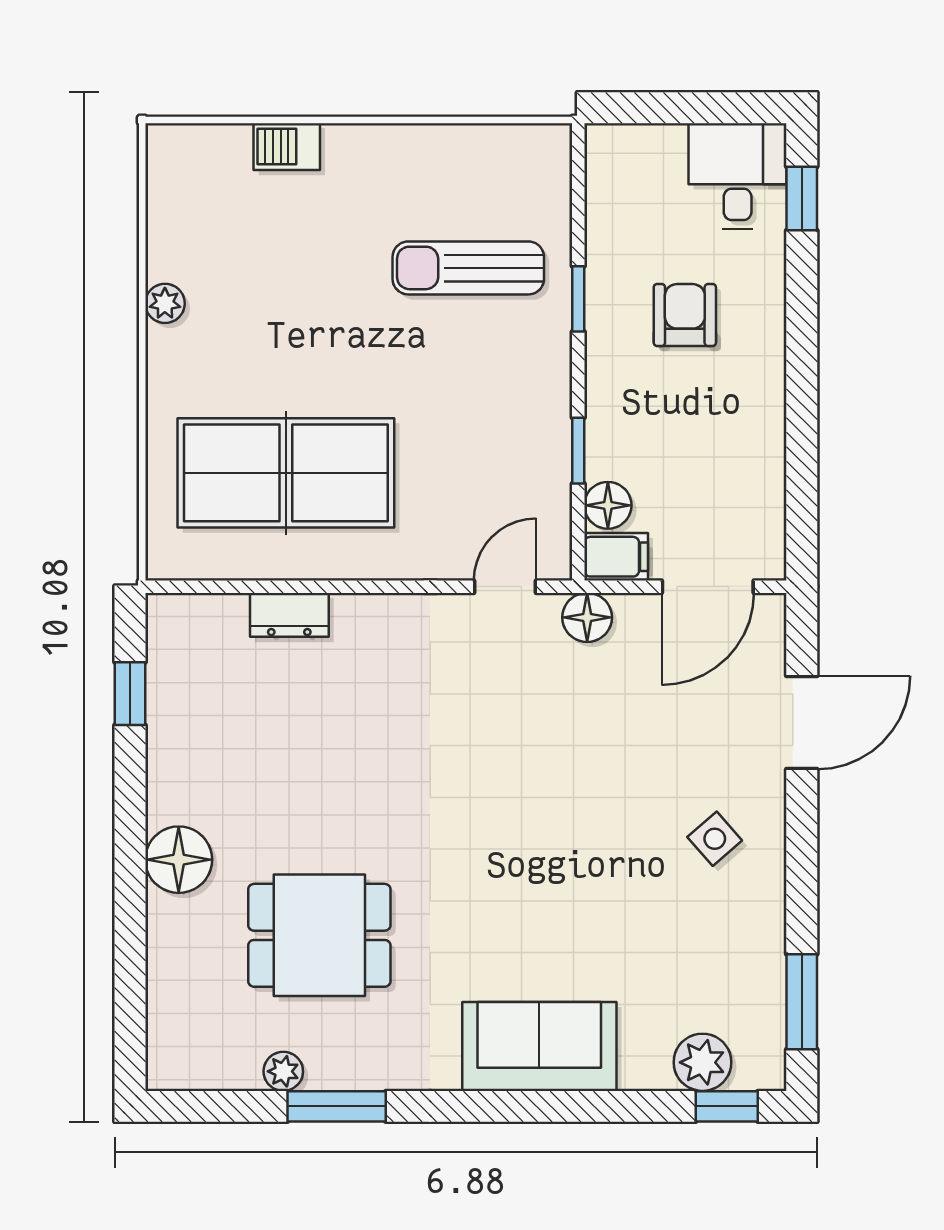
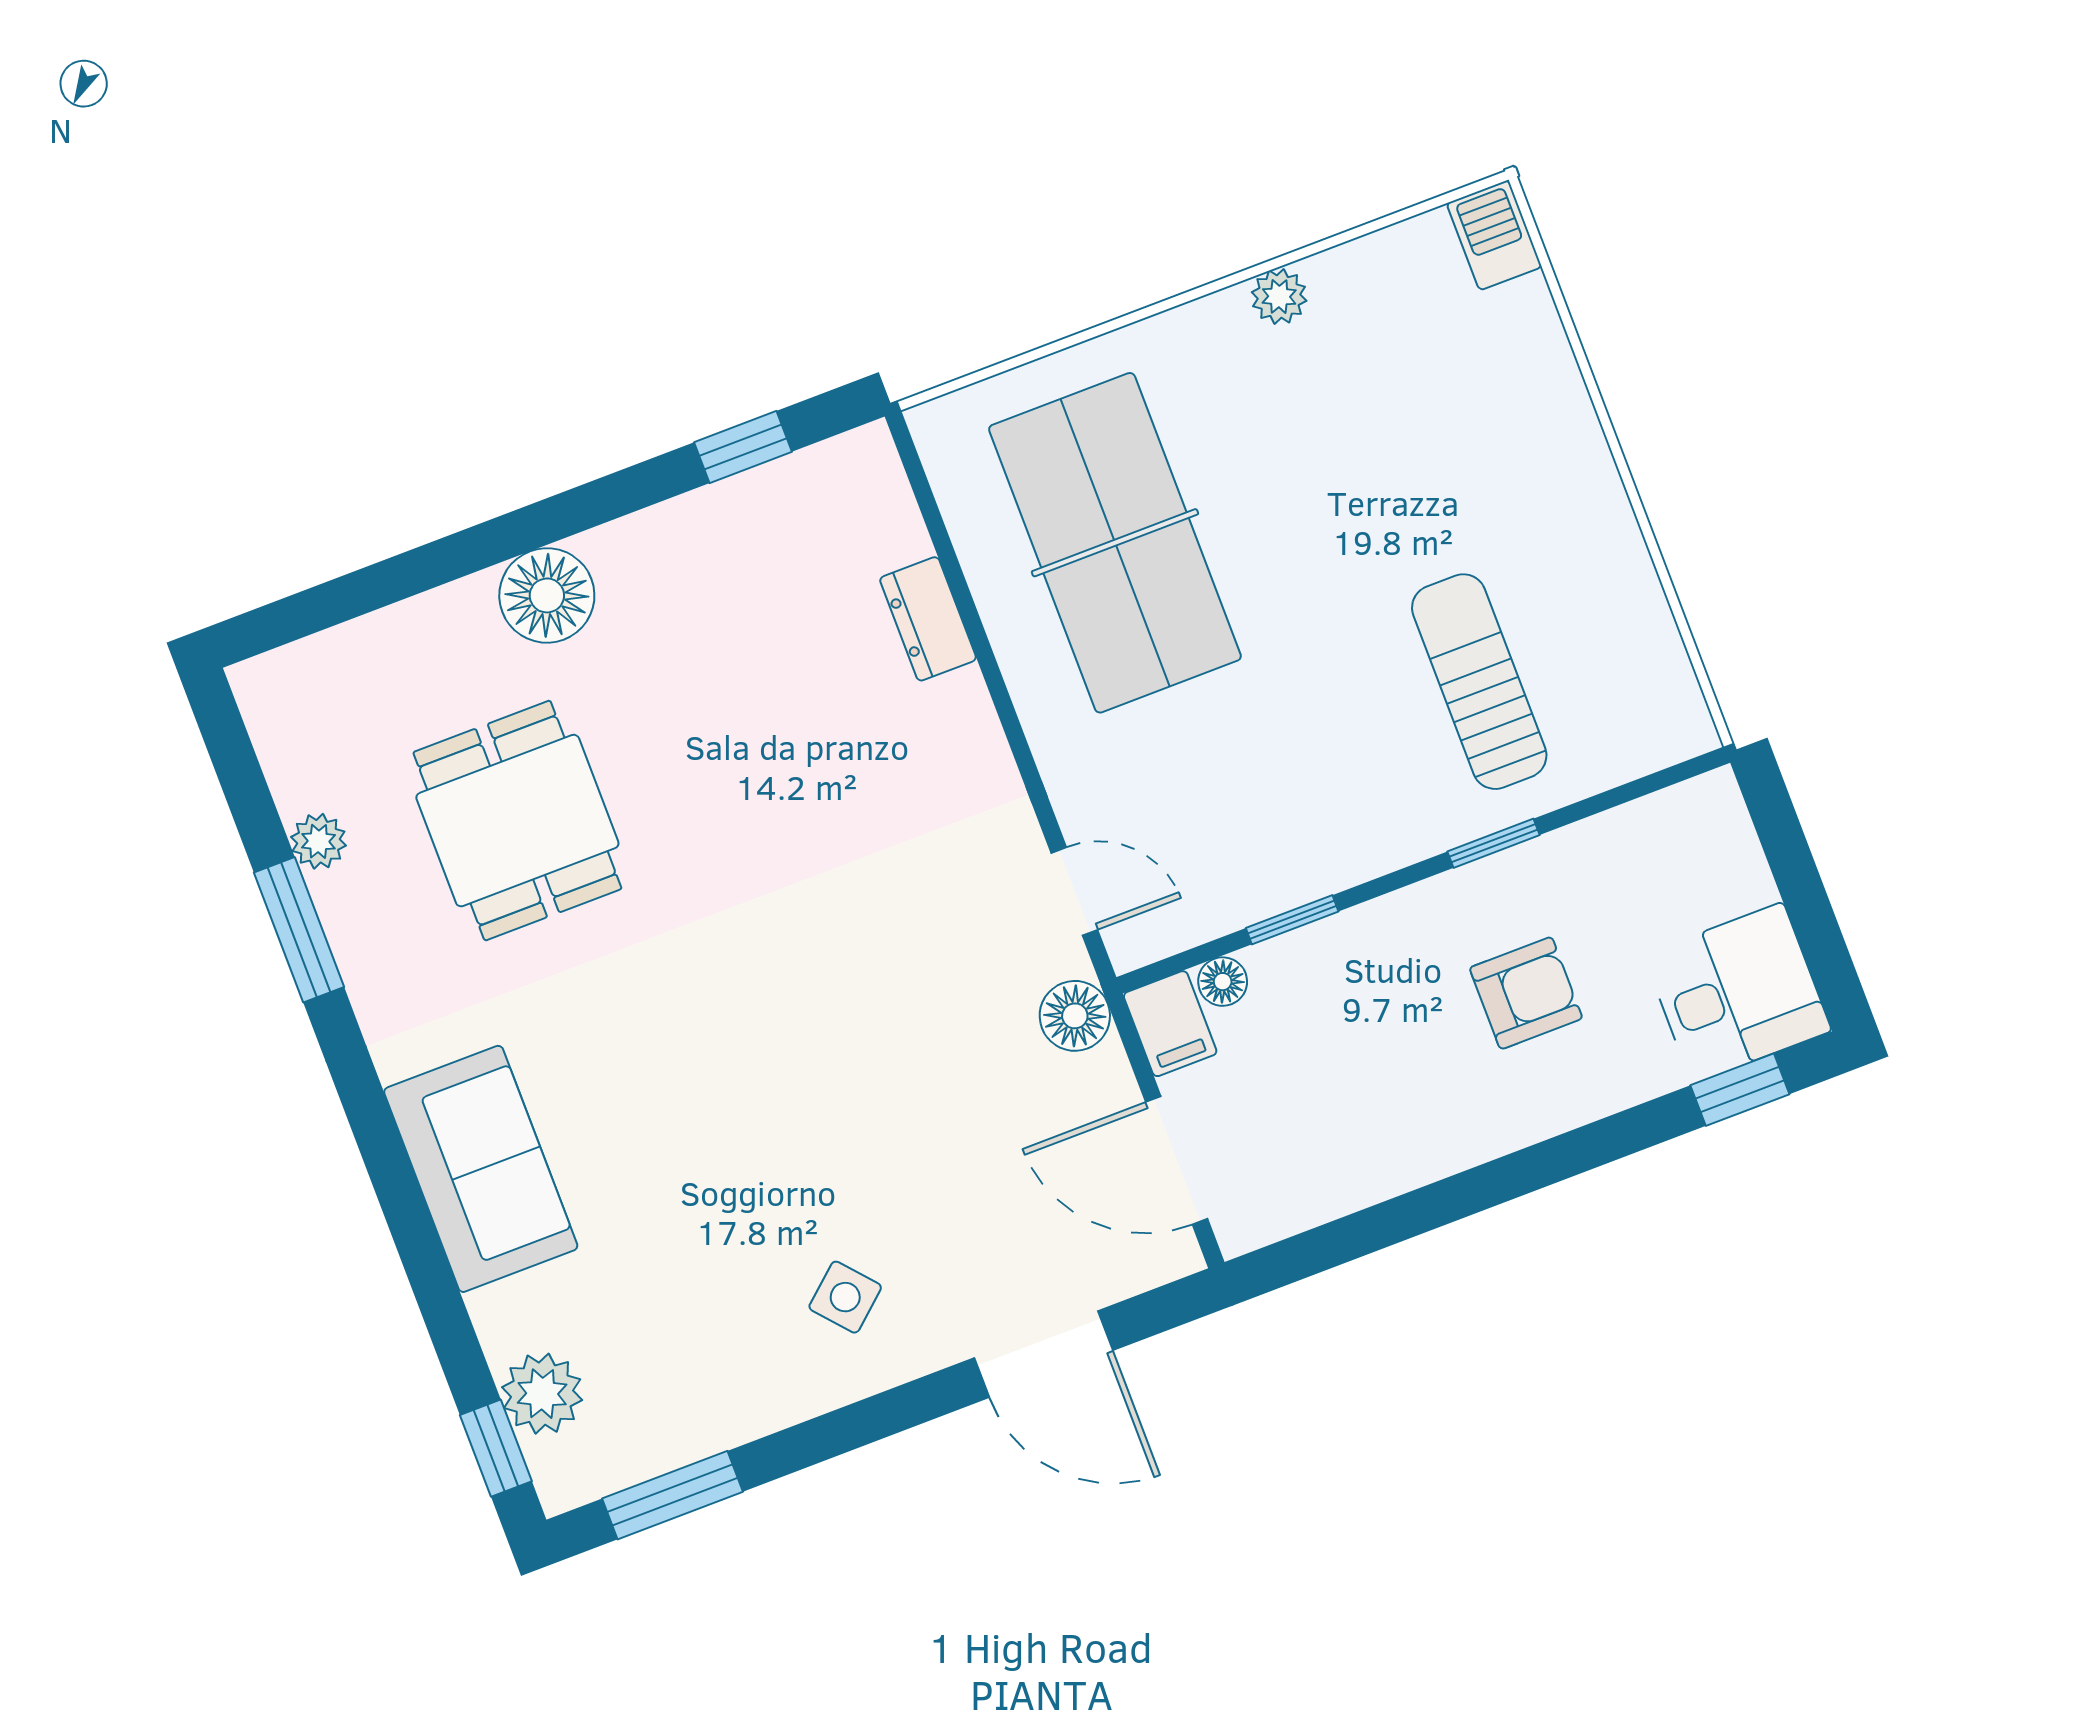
barbecue: (287, 147) -> (1494, 235), moved
floor lamp: (608, 505) -> (1223, 982), width x0.73, depth x0.73

